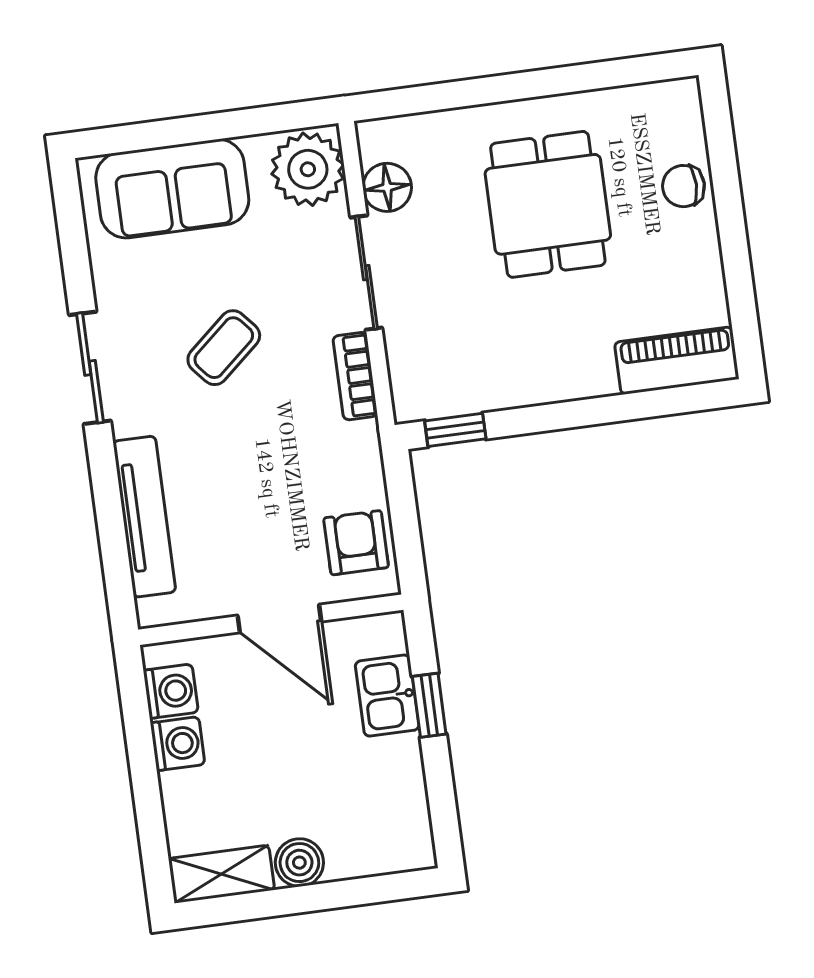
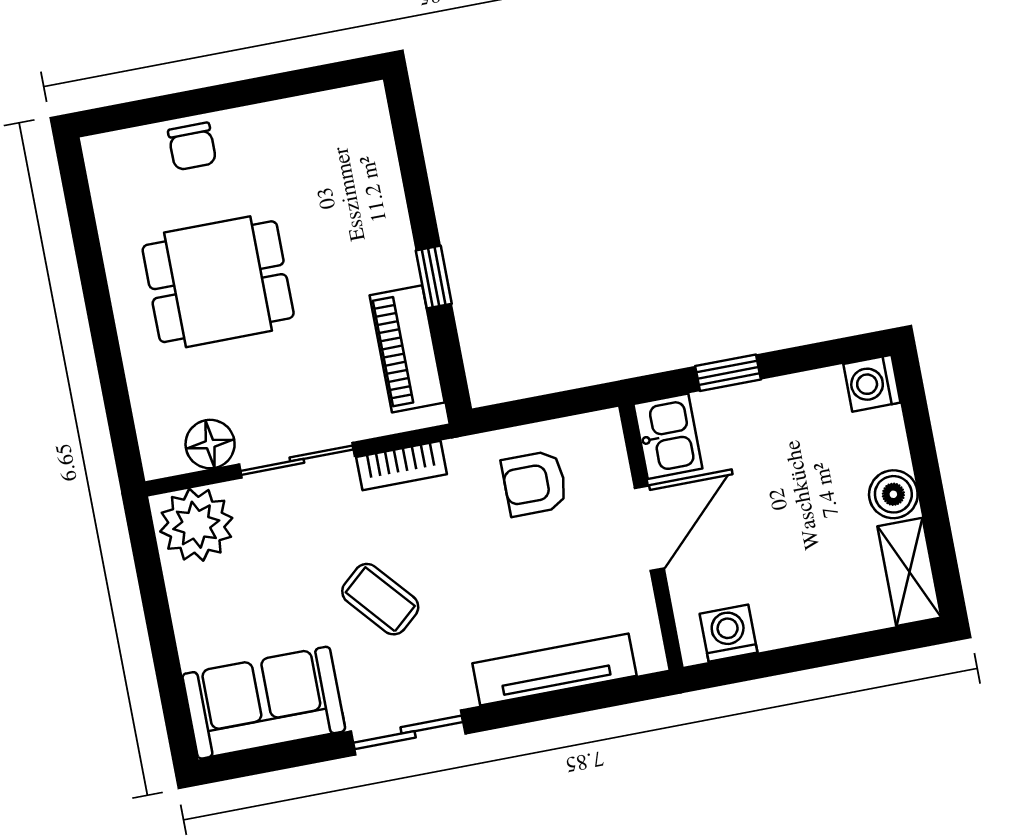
sofa: (172, 189) -> (264, 703), moved, turned -90
piano: (677, 361) -> (407, 349), moved
window: (455, 430) -> (434, 277), moved
armchair: (356, 543) -> (535, 483), moved
kitchen sink: (387, 696) -> (668, 436), moved, turned -90
washing machine: (178, 744) -> (872, 383), moved, turned -90

